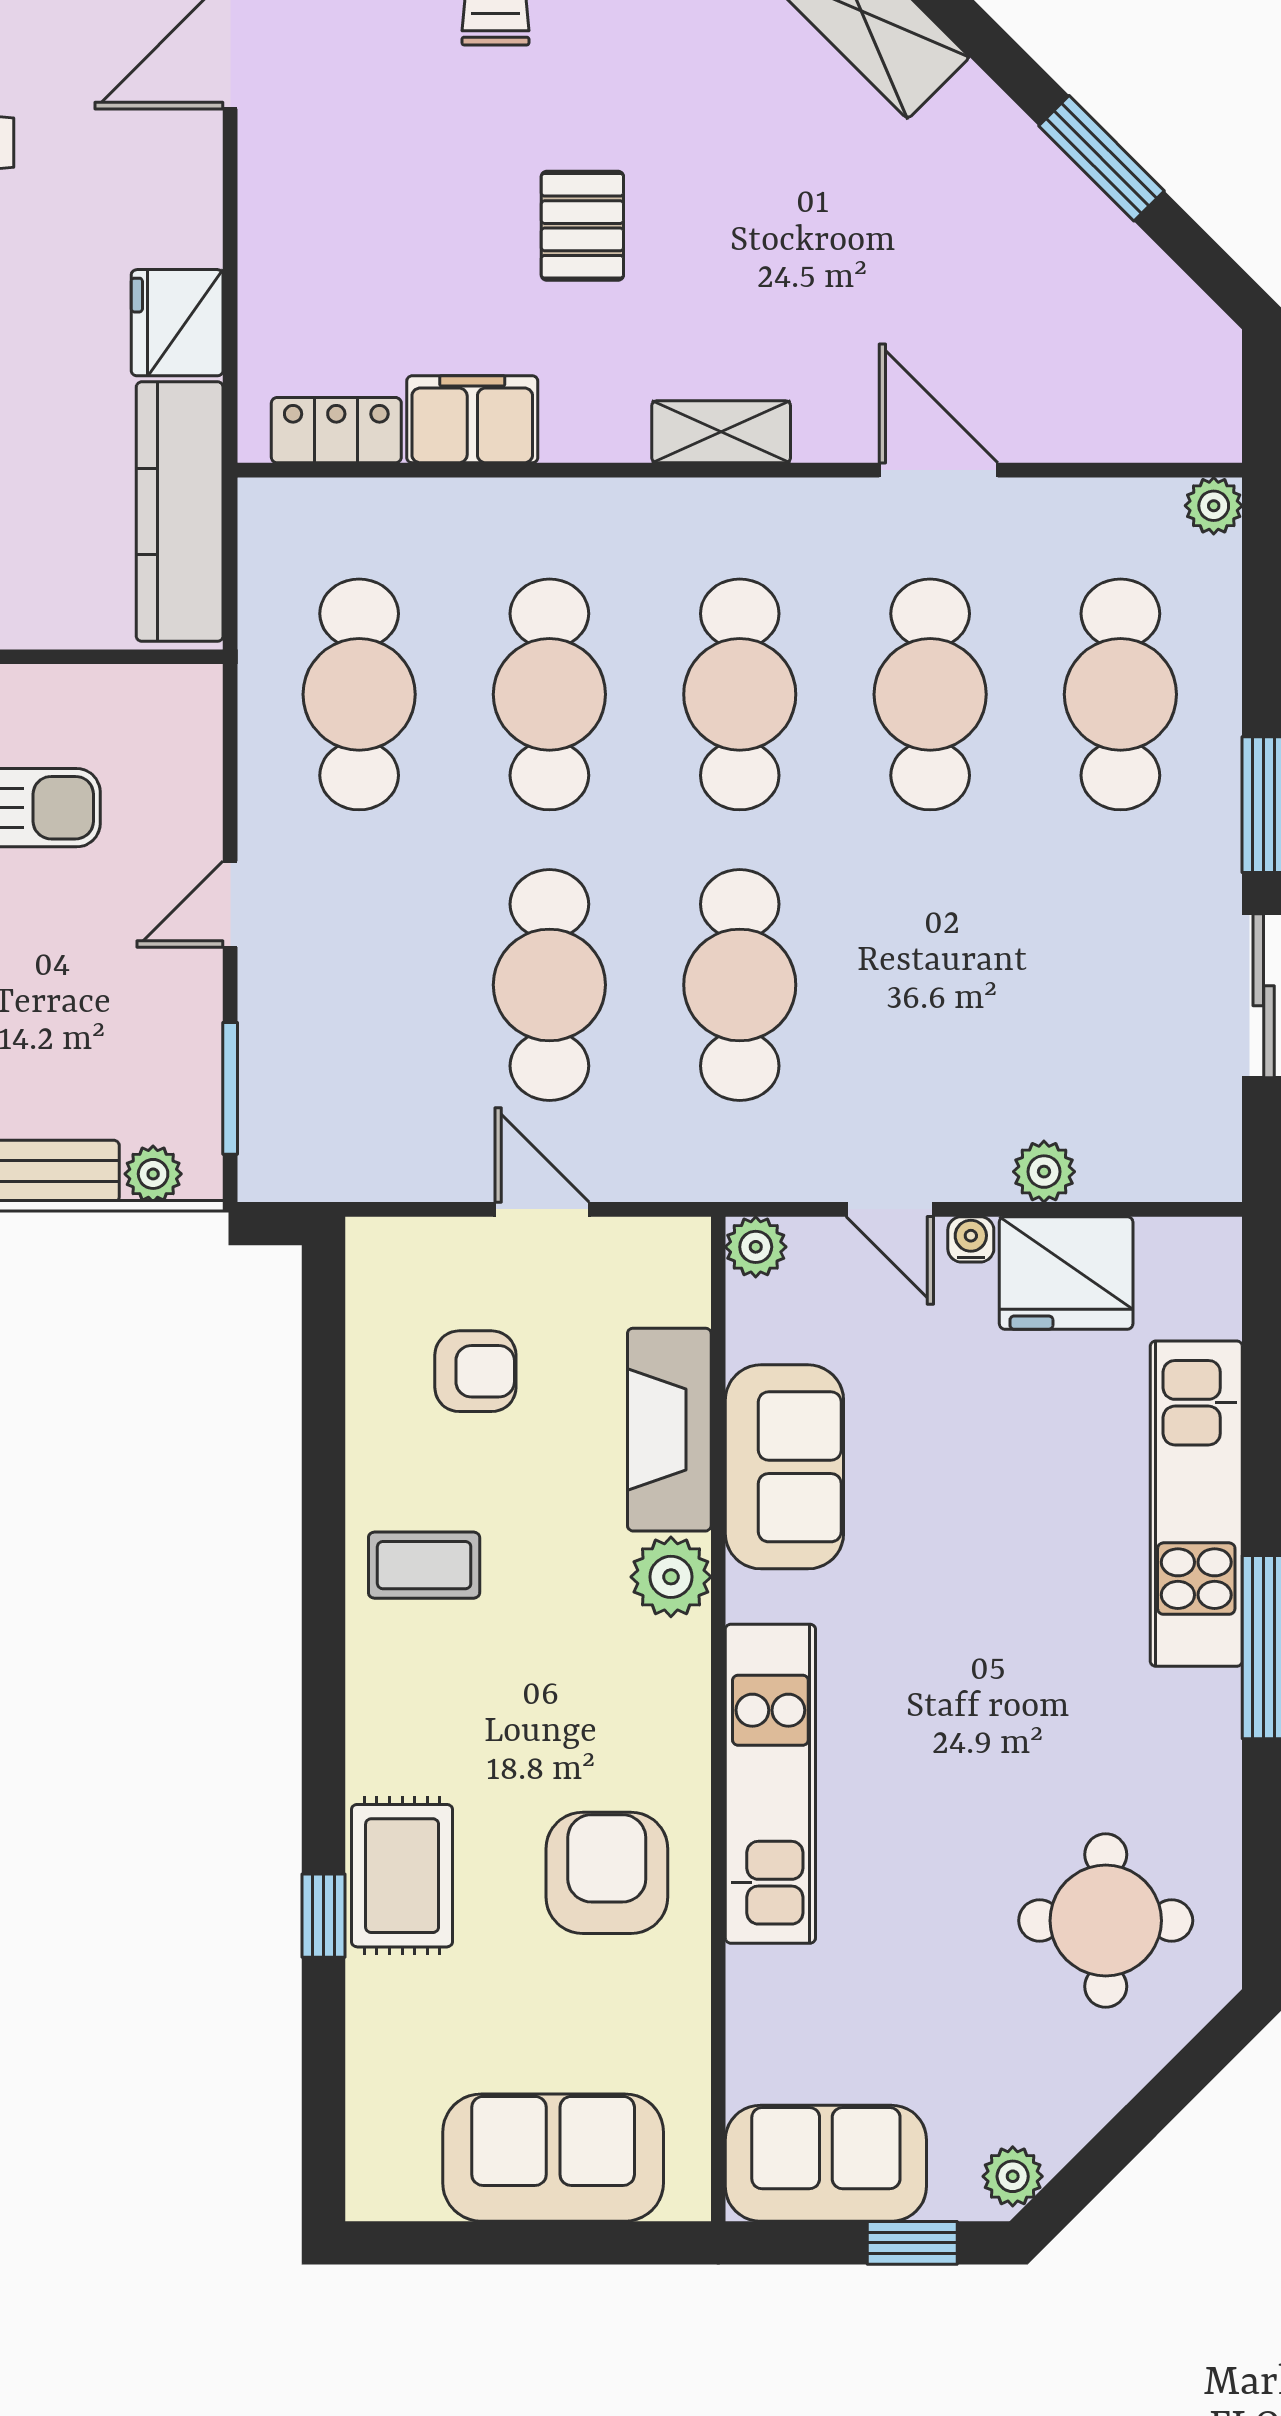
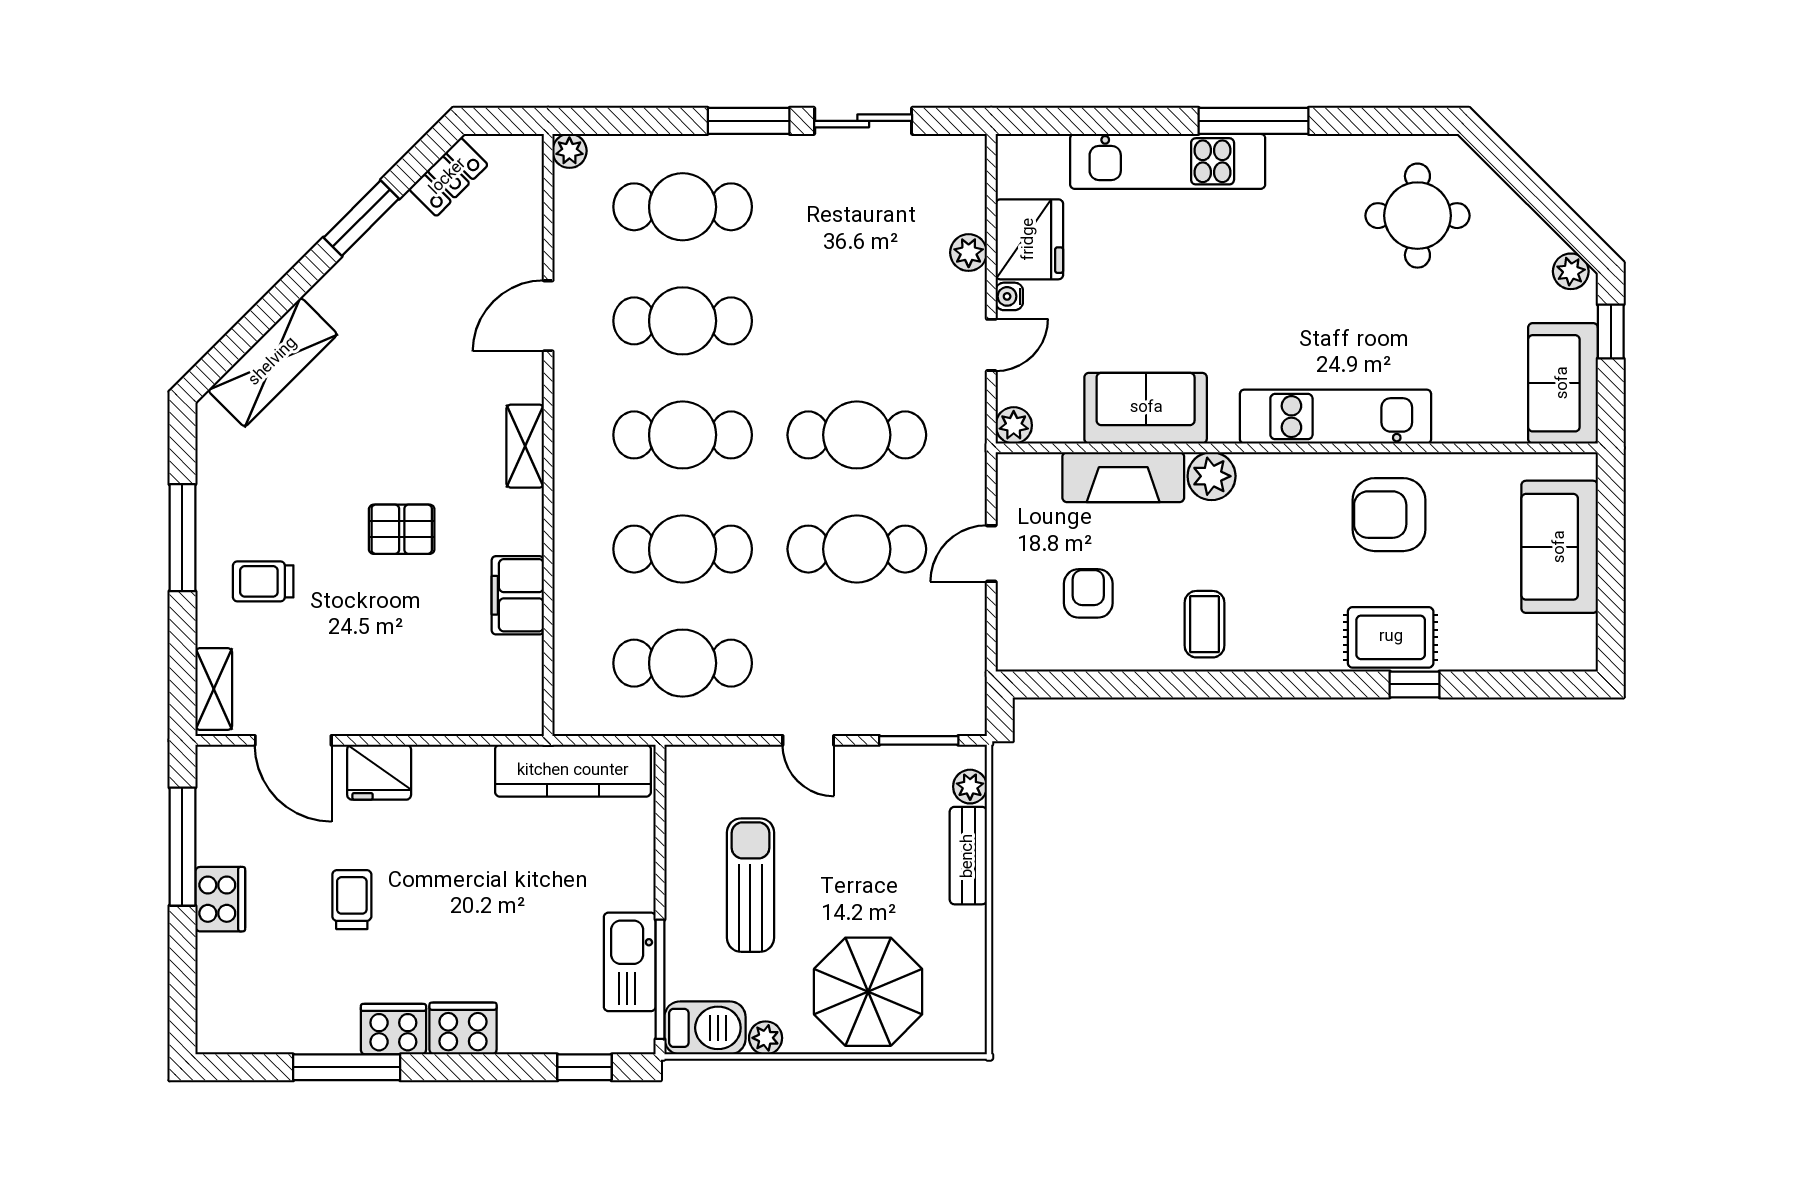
fridge: (177, 323) -> (379, 772), moved
locker: (336, 430) -> (448, 177), moved, turned -135

